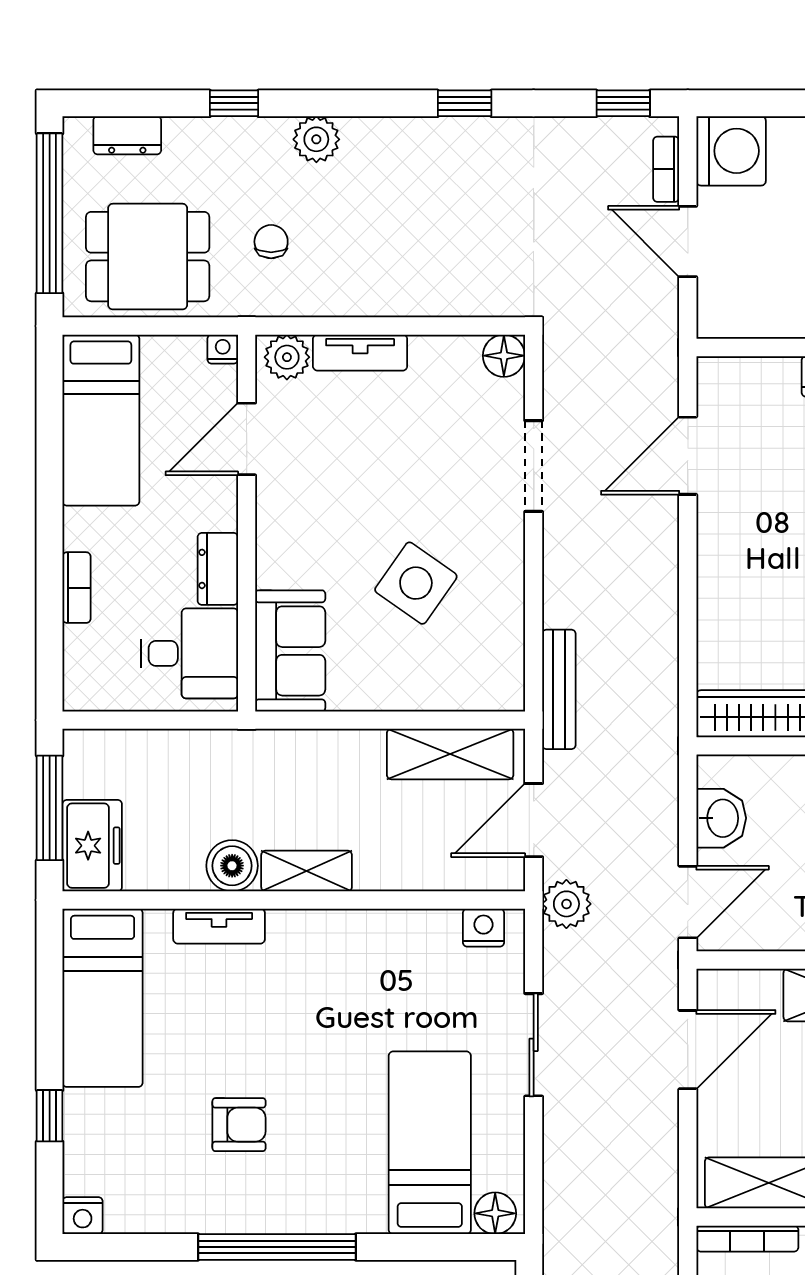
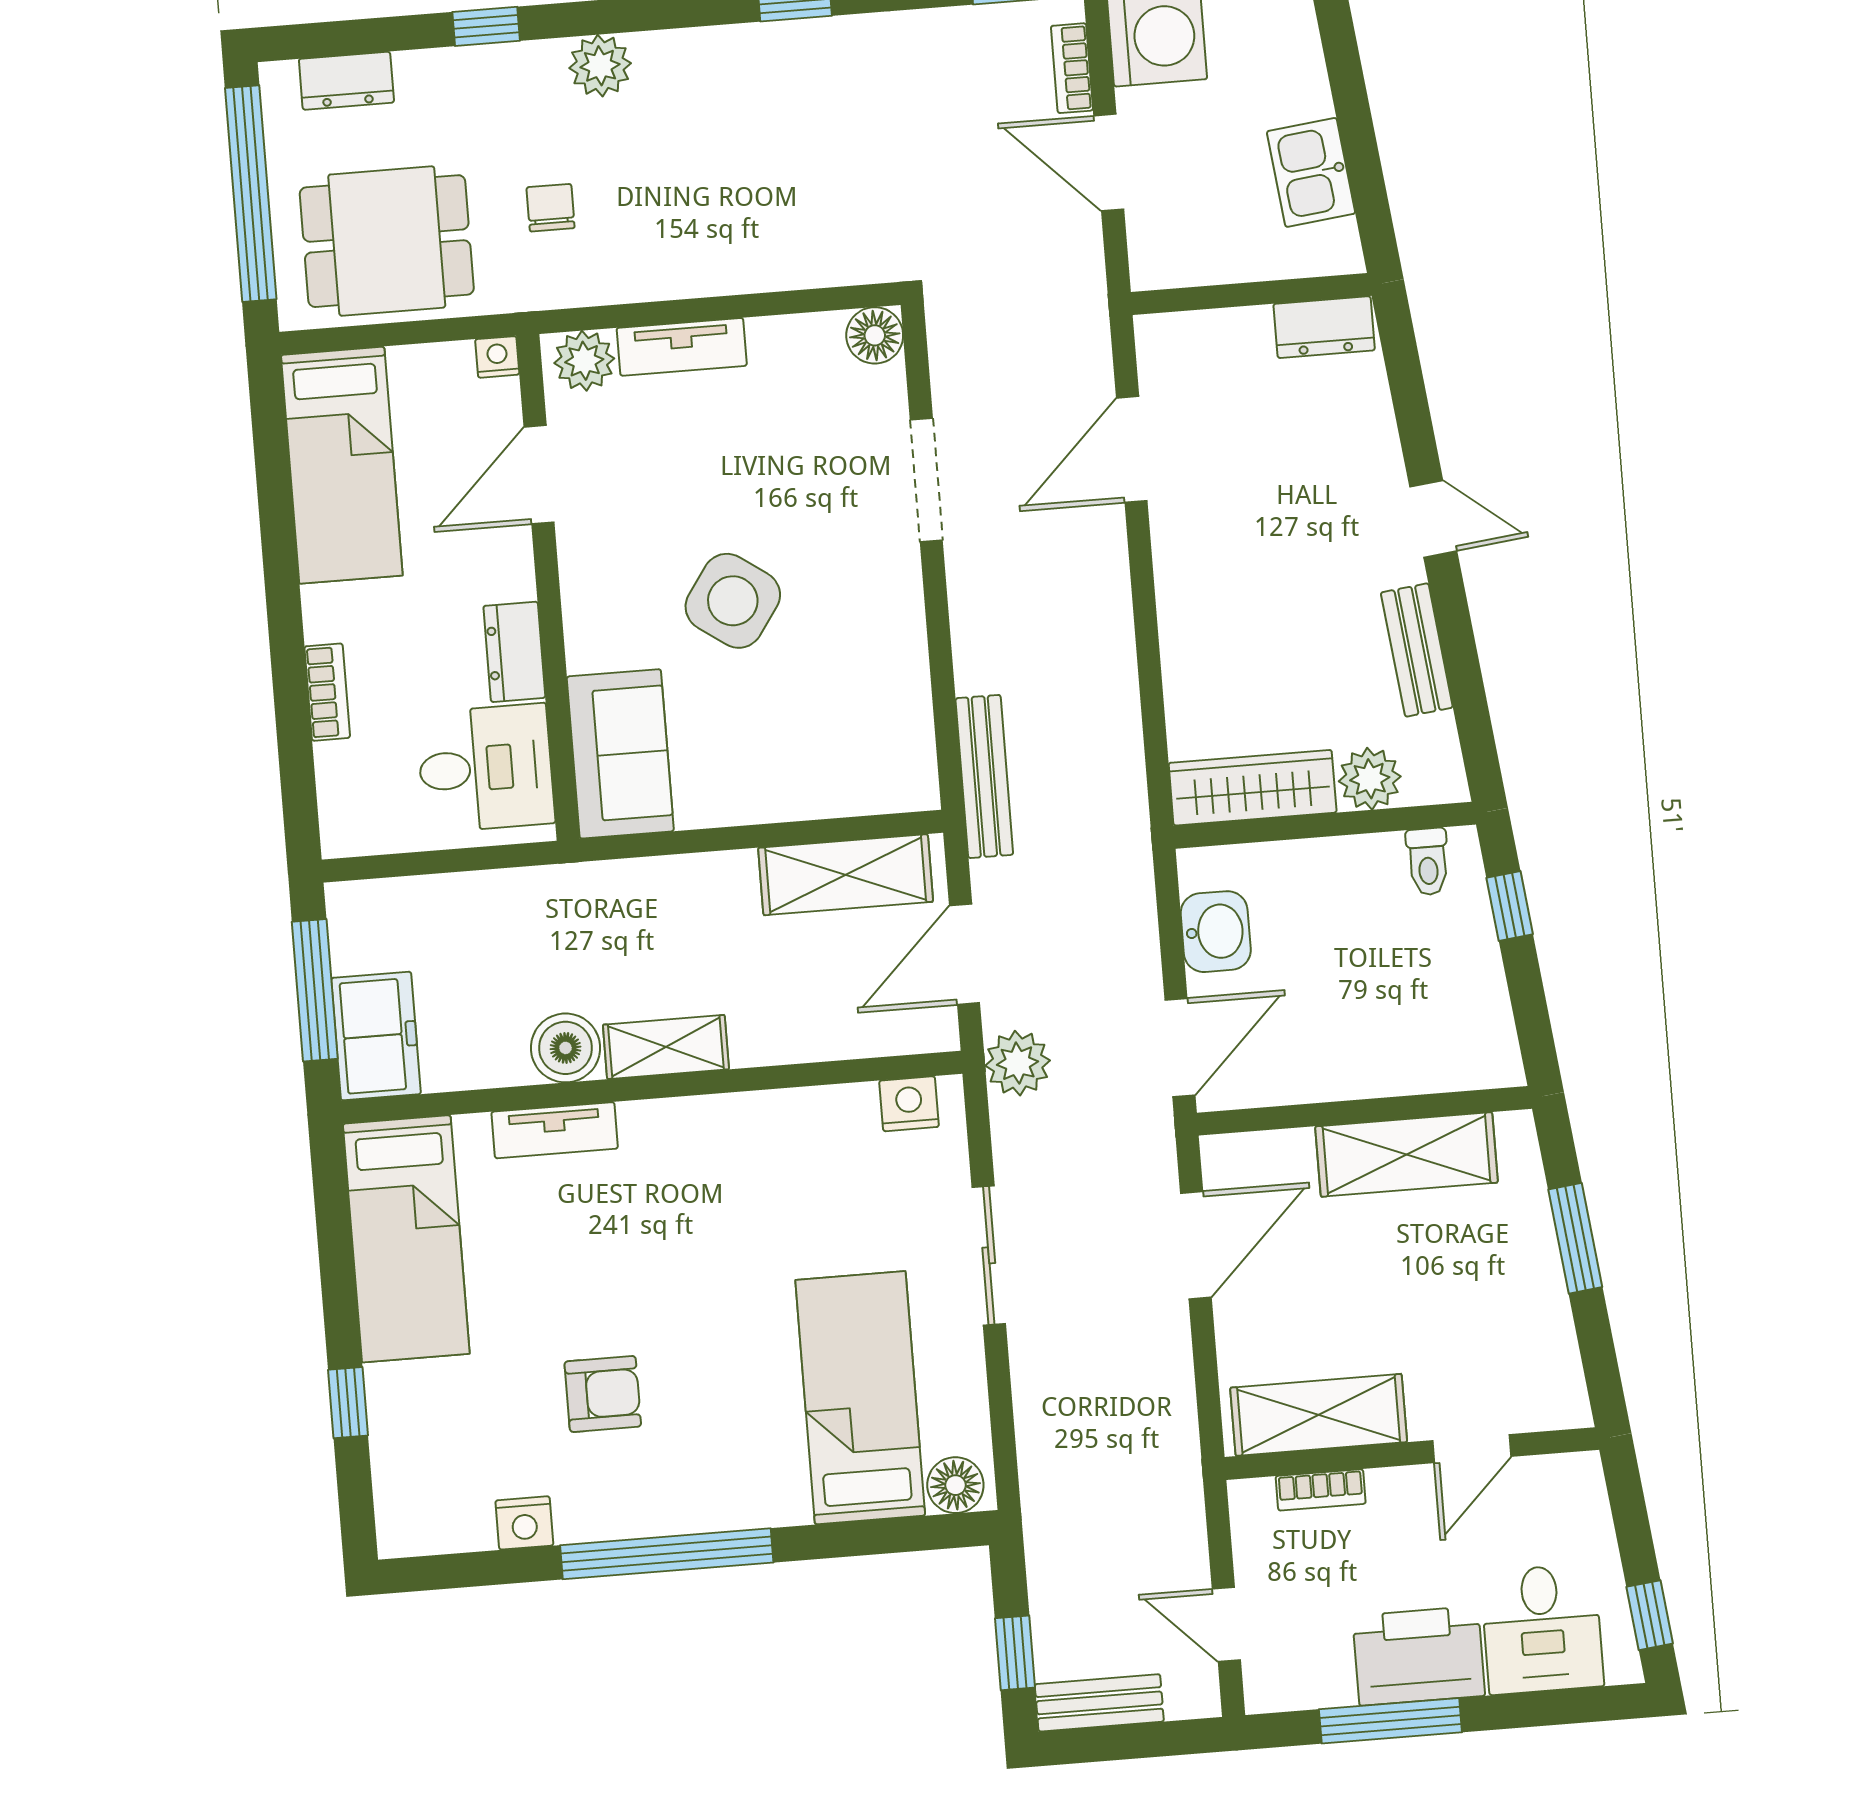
side table: (416, 583) -> (733, 601), moved
nightstand: (83, 1216) -> (524, 1523), moved
bookcase: (747, 1239) -> (1321, 1490), width x0.64

